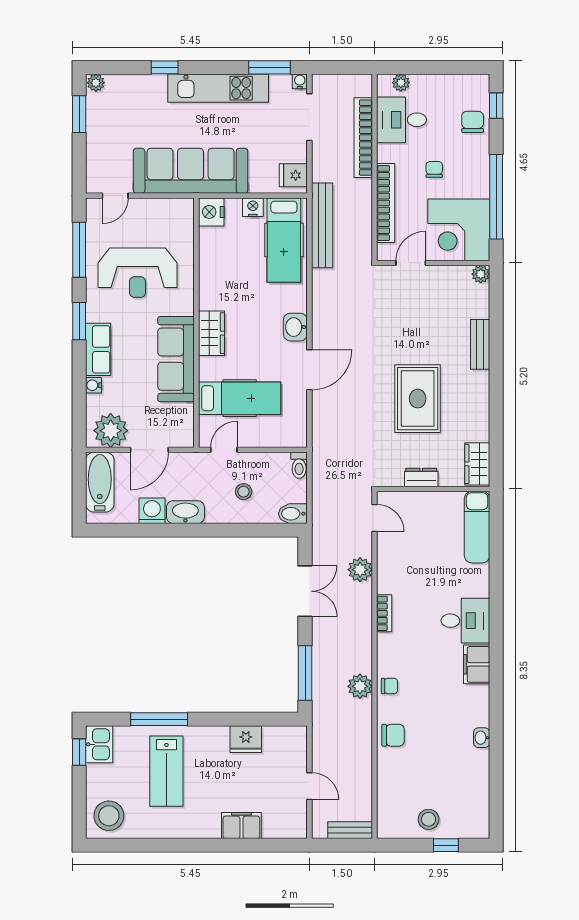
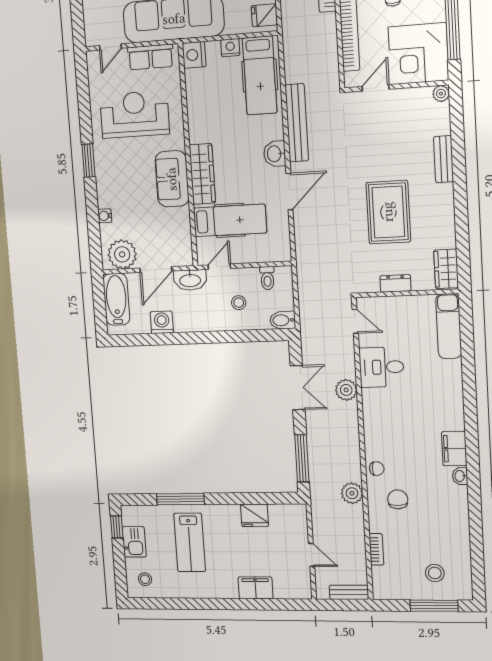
bench: (322, 225) -> (297, 123), moved
window: (79, 250) -> (84, 98), removed
reception desk: (138, 273) -> (135, 114), turned 180
wardrobe: (212, 333) -> (202, 174), width x1.50
row of seats: (98, 349) -> (151, 57), moved, turned 90
sofa: (176, 359) -> (172, 179), width x0.73
toilet: (299, 465) -> (267, 278), moved
washbasin: (185, 512) -> (190, 280), moved, turned 180
plant: (360, 570) -> (346, 390), moved
bookcase: (384, 613) -> (376, 549), moved
desk: (465, 621) -> (381, 367), moved, turned 180
plant: (360, 686) -> (352, 493), moved
chair: (393, 735) -> (398, 499), moved, turned -92
washbasin: (482, 738) -> (460, 476), moved
kitchen sink: (99, 744) -> (134, 542), moved
stool: (109, 816) -> (145, 579), width x0.53, depth x0.53
stool: (429, 819) -> (435, 573), moved
window: (446, 845) -> (434, 606), width x2.17

